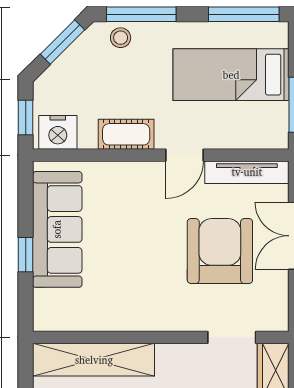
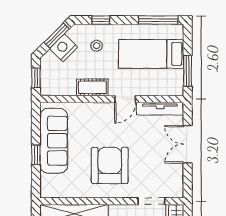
window: (141, 14) -> (101, 20), width x0.46
stool: (121, 38) -> (97, 46), moved
nightstand: (58, 132) -> (63, 48), moved, turned 135
armchair: (220, 251) -> (110, 165), moved

